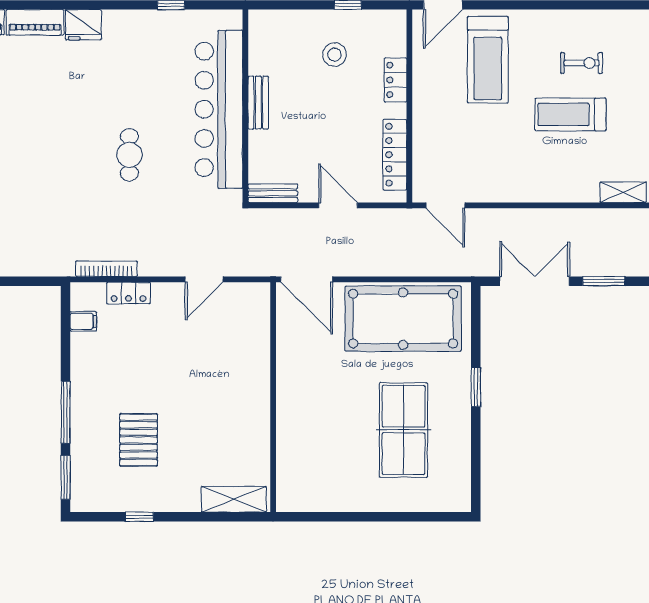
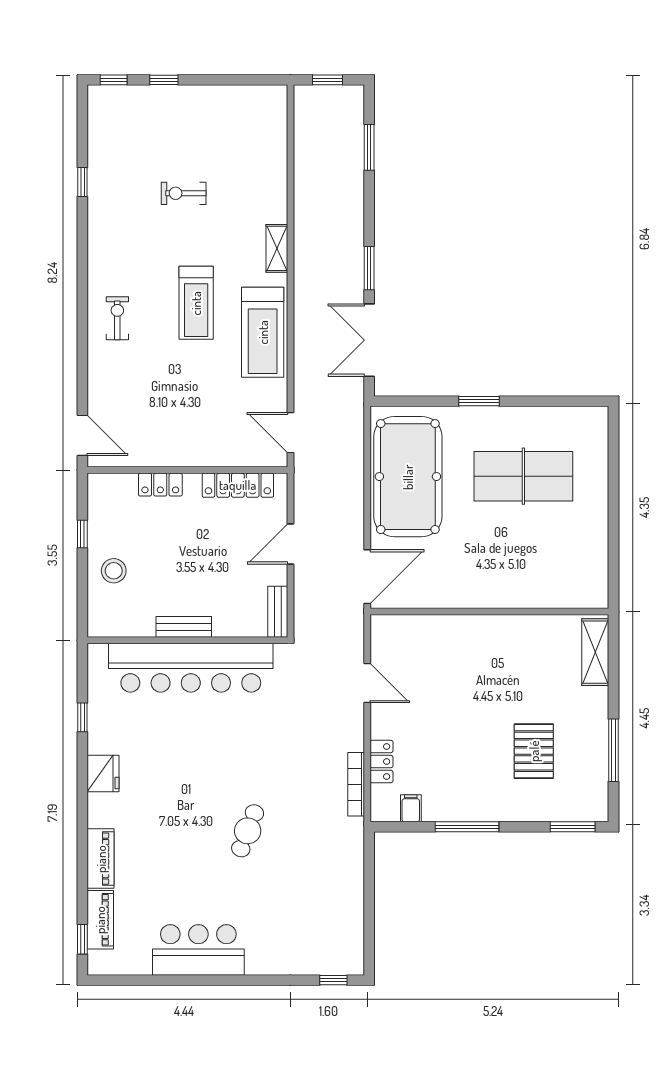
fridge: (83, 25) -> (103, 774), moved
stool: (335, 55) -> (114, 571), moved
treadmill: (488, 60) -> (263, 332), moved, turned 90
exercise bike: (582, 63) -> (117, 318), moved
cafe table: (129, 155) -> (248, 831), moved, turned -69
door: (445, 205) -> (290, 433), swing flipped
window: (66, 412) -> (467, 827), moved
pallet: (139, 440) -> (534, 751), turned 90
window: (139, 517) -> (614, 750), width x2.17

